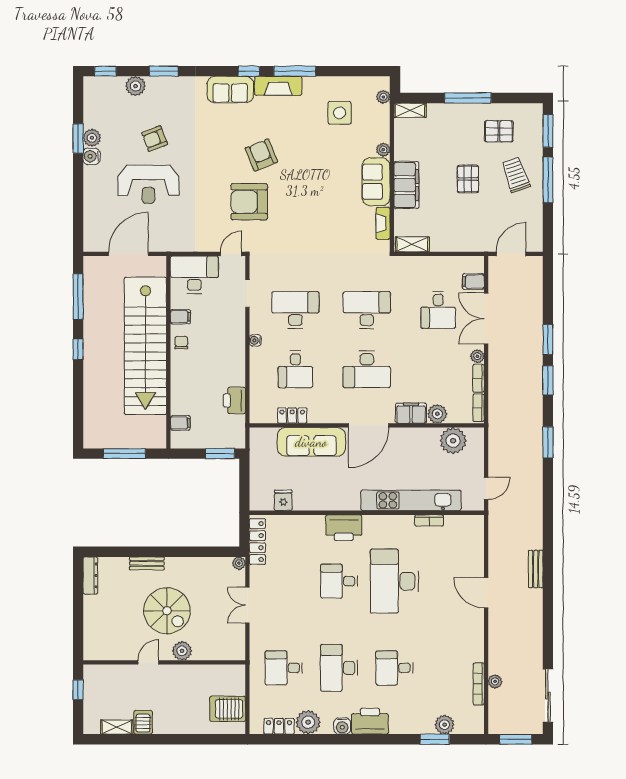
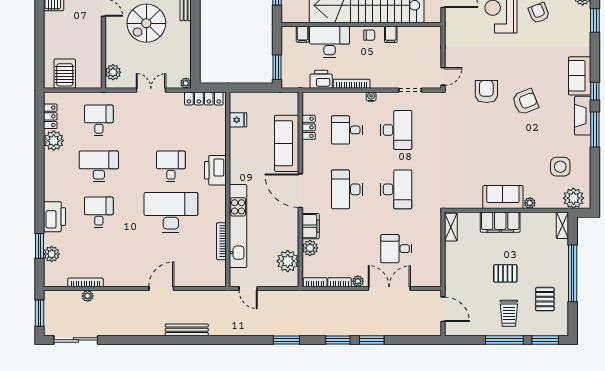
plant: (383, 97) -> (573, 198), width x1.88, depth x1.88
window: (468, 98) -> (573, 273), width x1.46
trolley: (516, 175) -> (509, 313), turned 109
armchair: (249, 202) -> (486, 92), width x0.73, depth x0.73
fireplace: (383, 223) -> (468, 203), removed
door: (231, 254) -> (443, 76), hinge flipped
desk: (194, 275) -> (330, 42), moved, turned -90
filing cabinet: (473, 282) -> (420, 278), removed
bookcase: (240, 364) -> (352, 84), added
bookcase: (429, 521) -> (221, 241), width x1.56
bench: (536, 569) -> (187, 330), width x1.36
plant: (182, 651) -> (113, 72), moved
printer: (370, 721) -> (55, 217), moved
water cooler: (342, 726) -> (50, 169), removed

